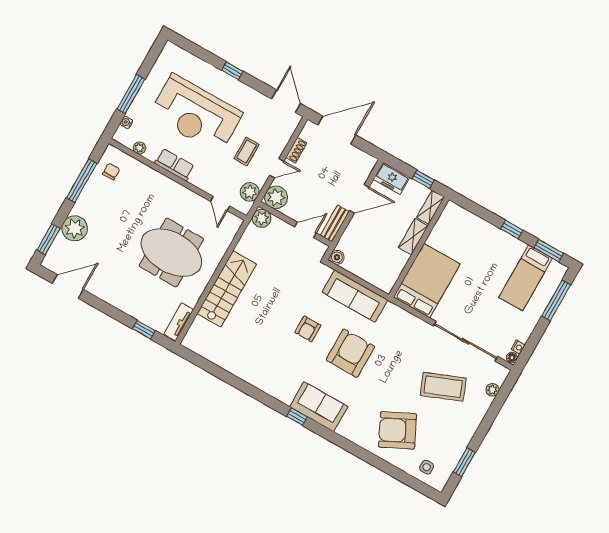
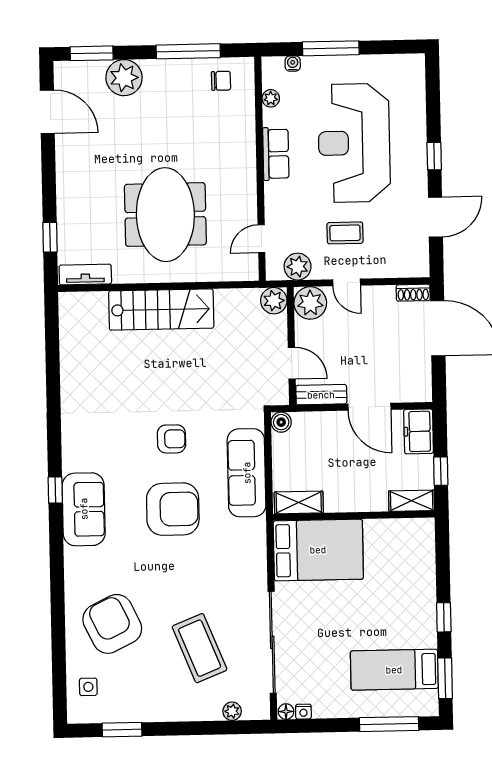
door: (286, 101) -> (435, 217), moved
shoe rack: (296, 150) -> (413, 293), moved
shelving: (413, 237) -> (299, 502), moved
armchair: (308, 329) -> (171, 439), turned 180

